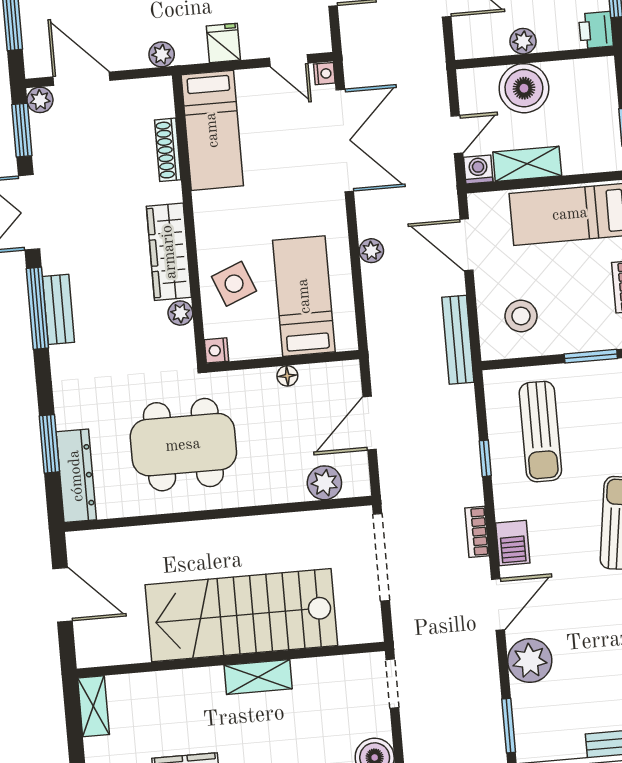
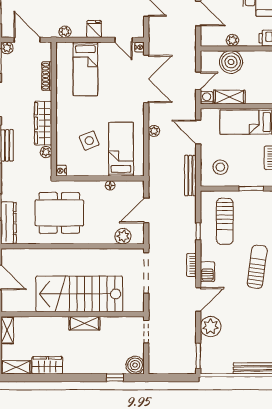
shoe rack: (168, 150) -> (47, 76), moved
wall: (189, 219) -> (54, 109), moved
wardrobe: (169, 252) -> (43, 123), moved
plant: (180, 313) -> (46, 152), moved
nightstand: (217, 350) -> (61, 171), moved

